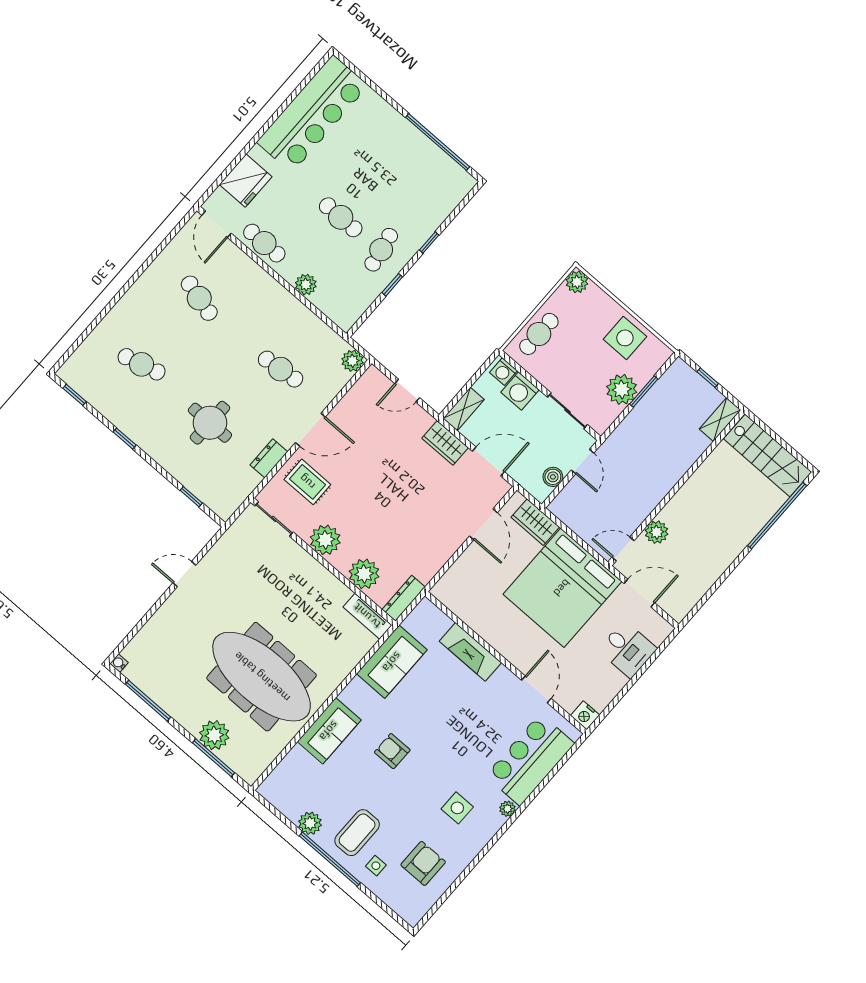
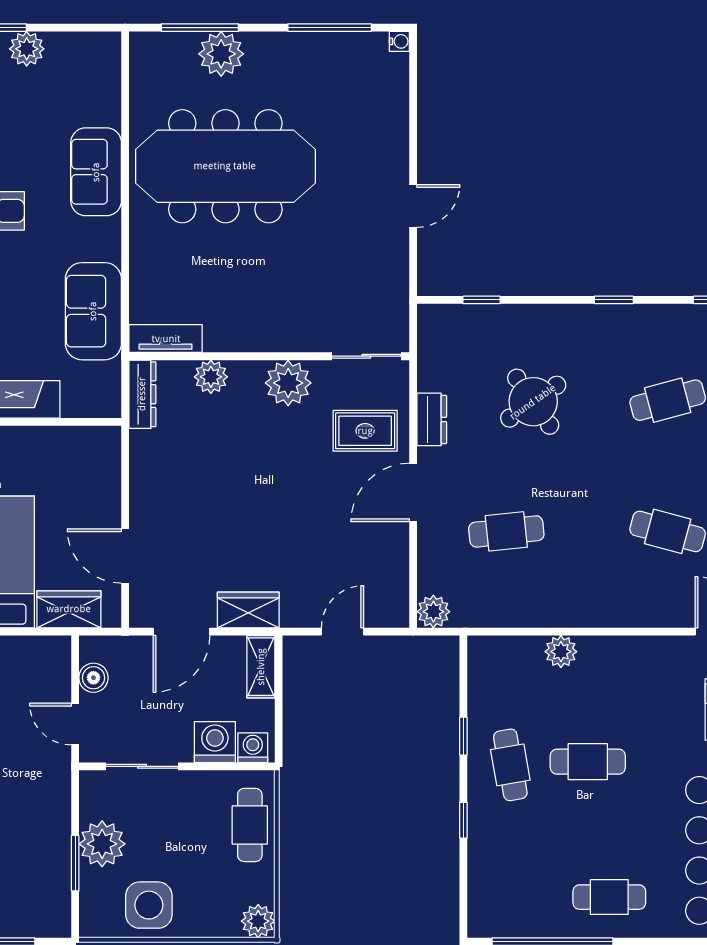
cafe table: (264, 243) -> (609, 897), moved
round table: (210, 423) -> (533, 402), turned -35
plant: (364, 574) -> (211, 377), width x0.73, depth x0.73

